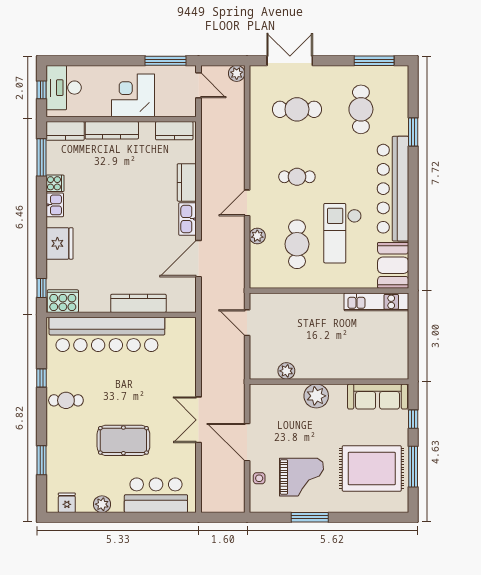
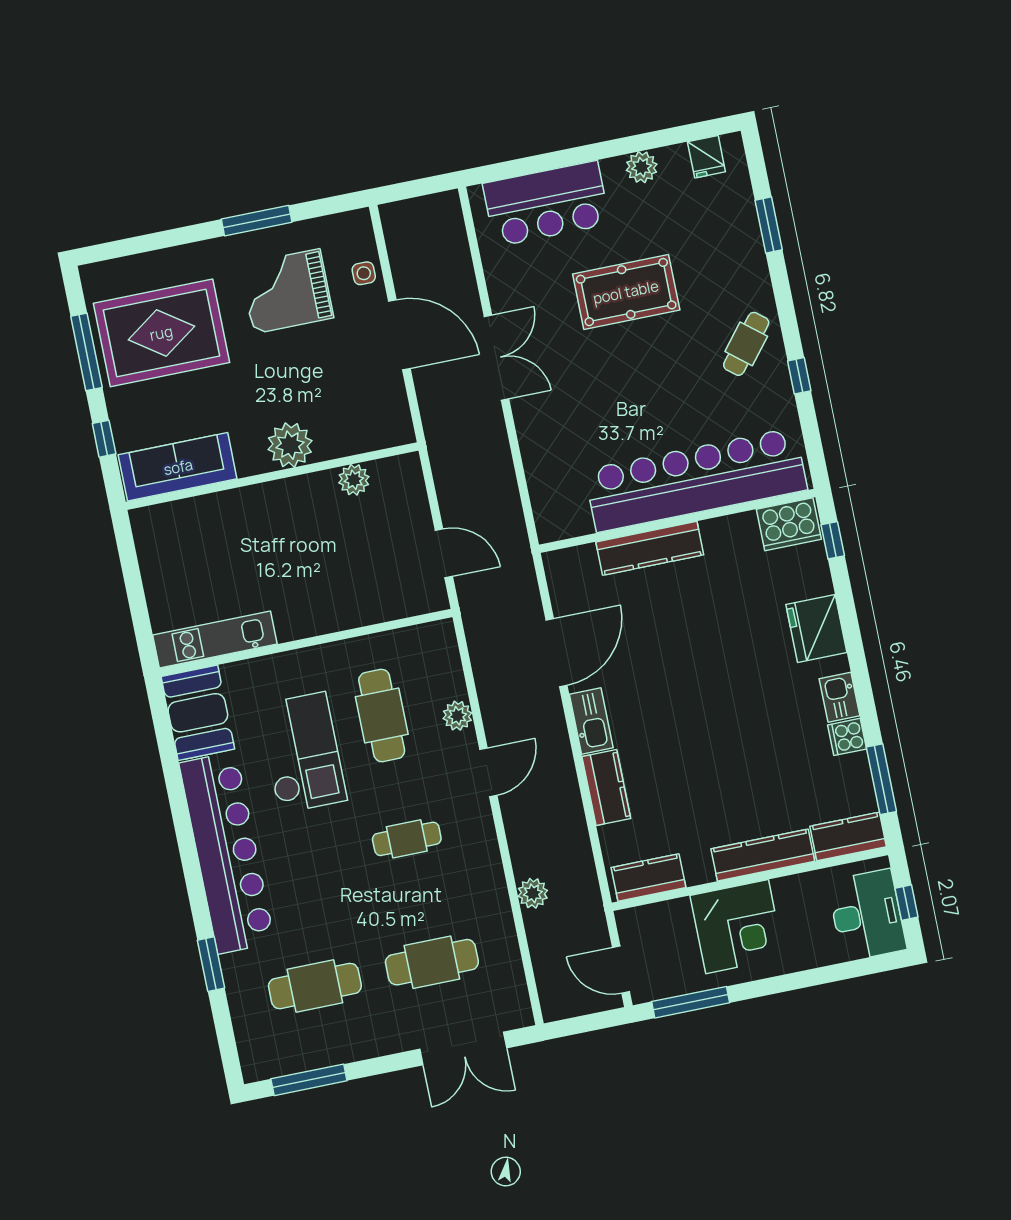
plant: (237, 73) -> (533, 893), moved
cafe table: (361, 109) -> (315, 986), turned 90
cafe table: (66, 400) -> (746, 344), turned -51

